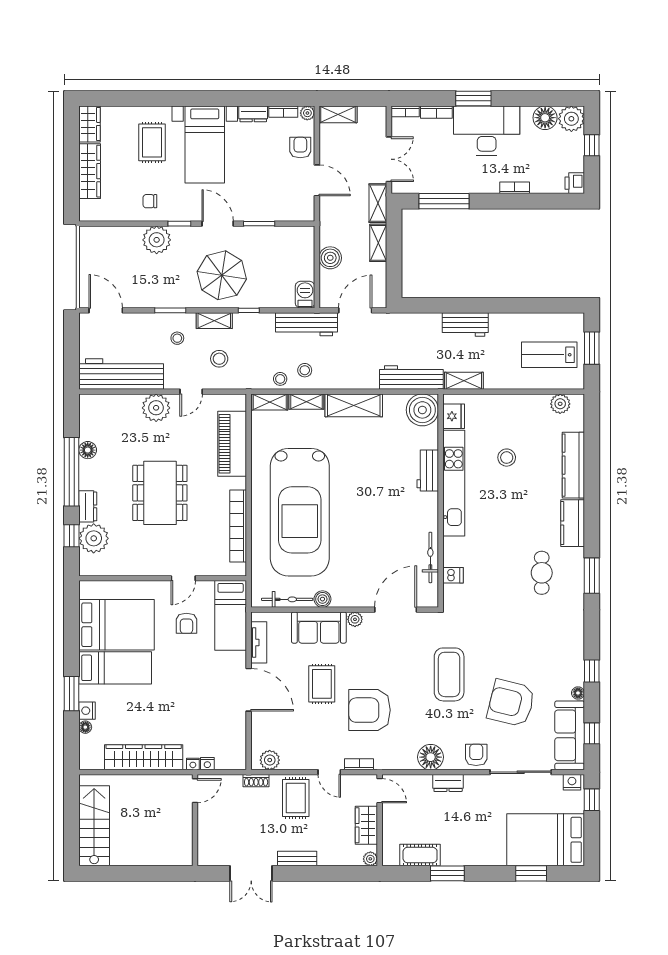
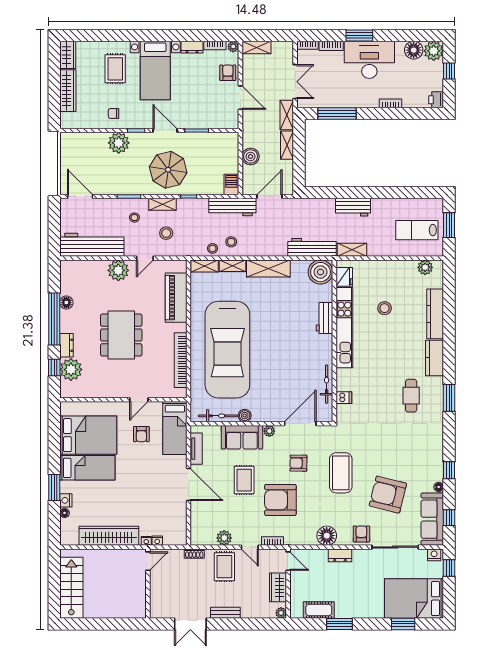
armchair: (393, 662) -> (298, 463), added
plant: (270, 760) -> (224, 538), moved

